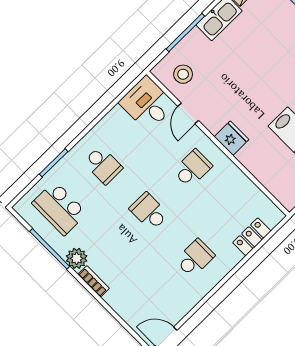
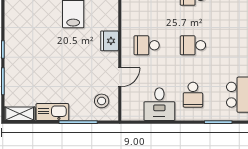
desk: (147, 104) -> (159, 104), moved
school desk: (103, 165) -> (193, 95), turned 180
school desk: (149, 212) -> (193, 45), turned 90

